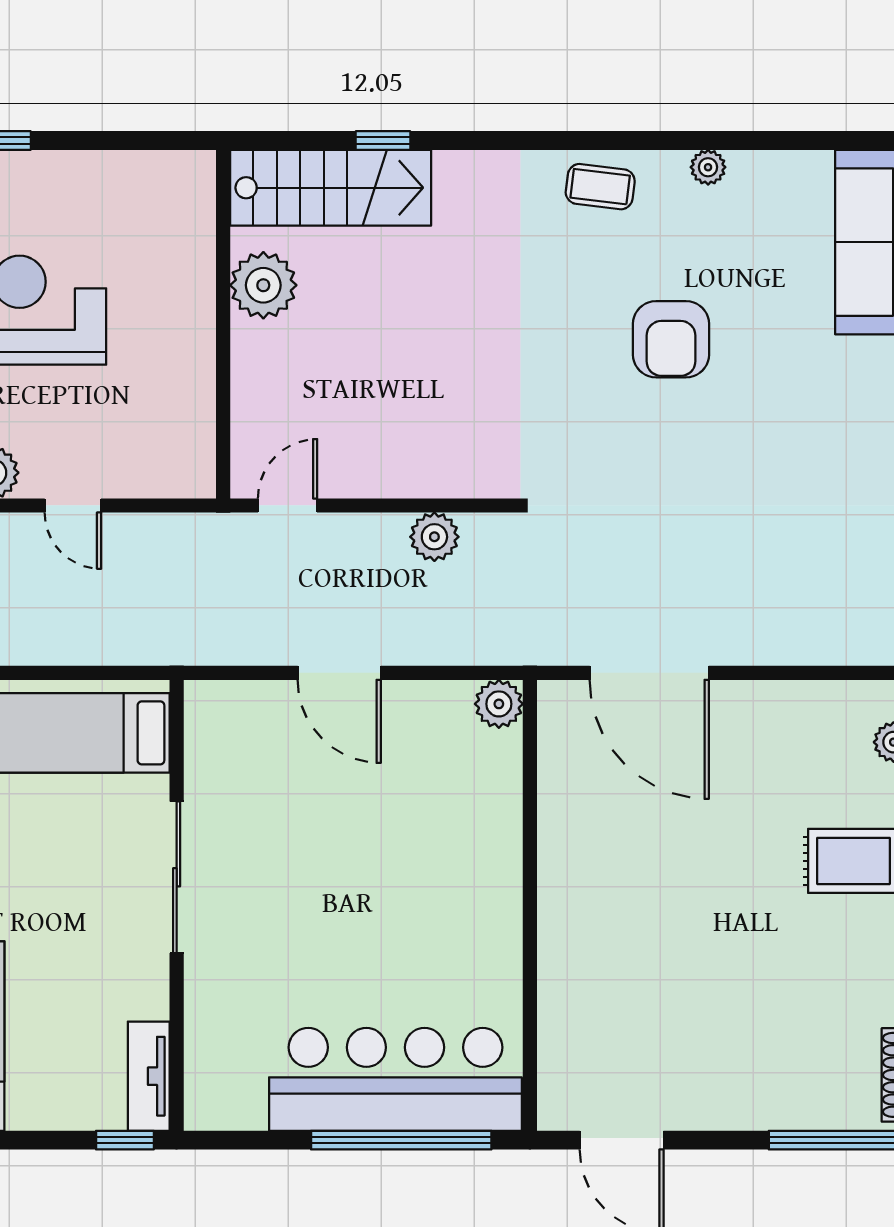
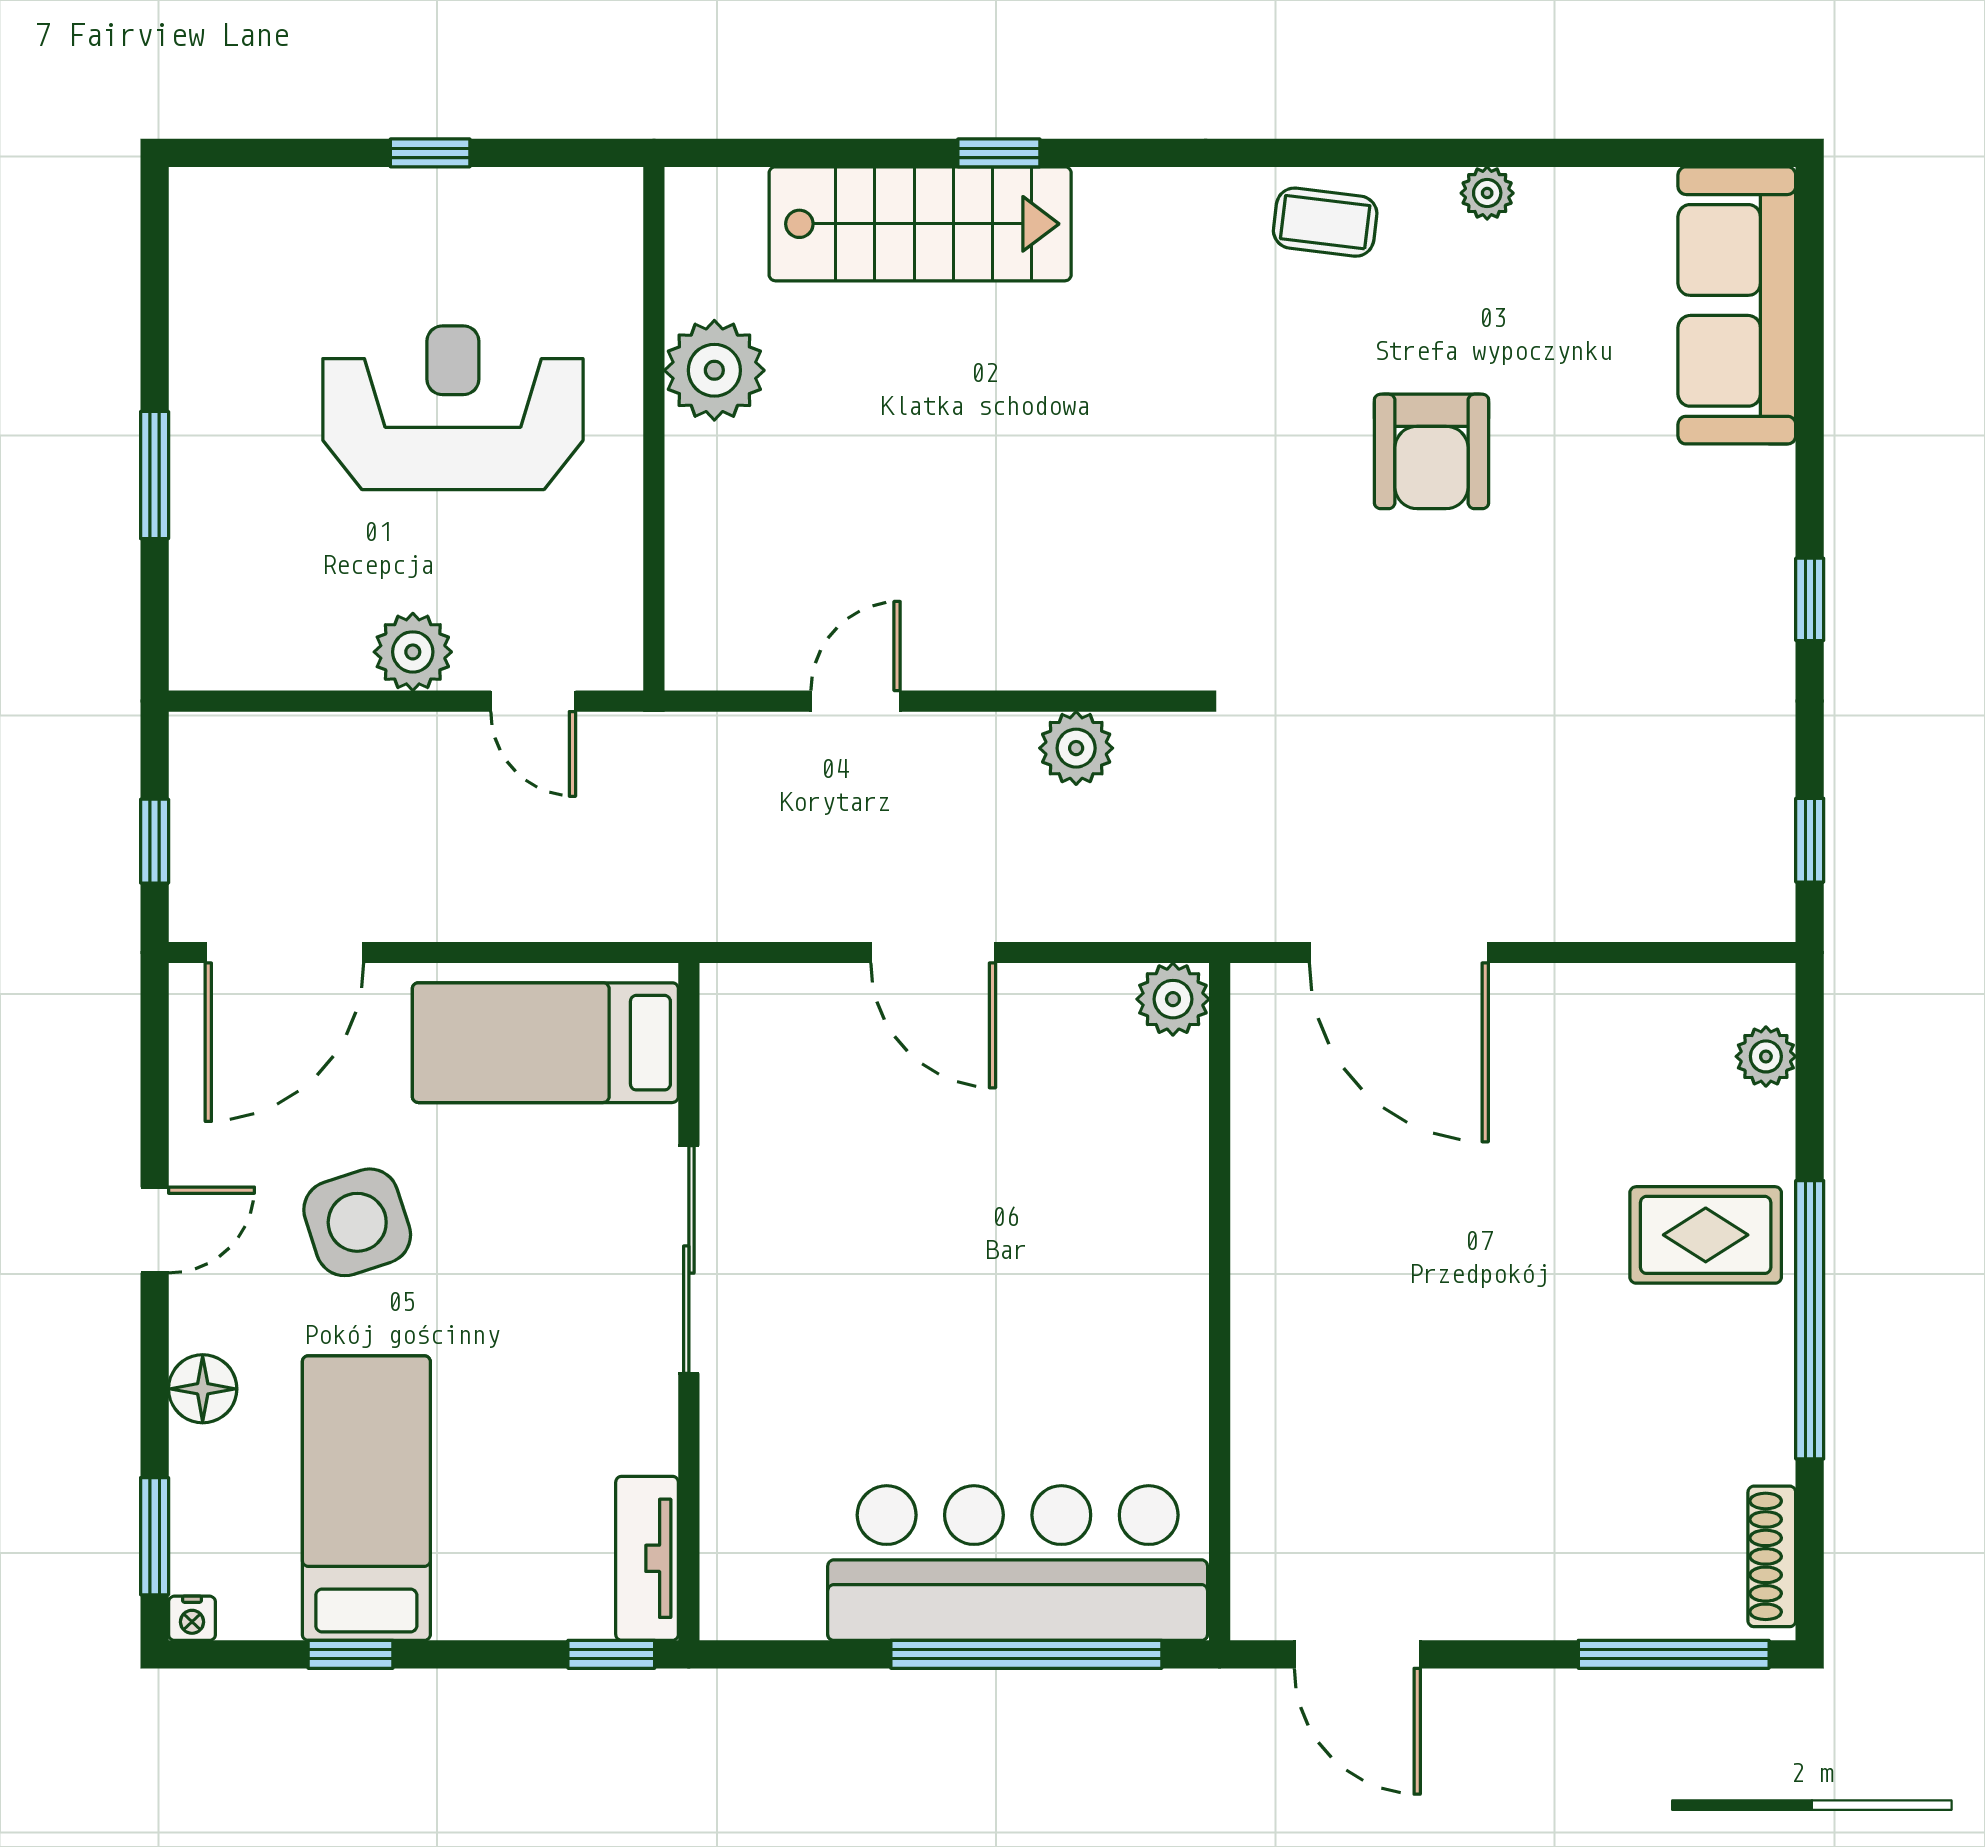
plant: (263, 285) -> (714, 370), moved
wall: (223, 324) -> (654, 429), moved

